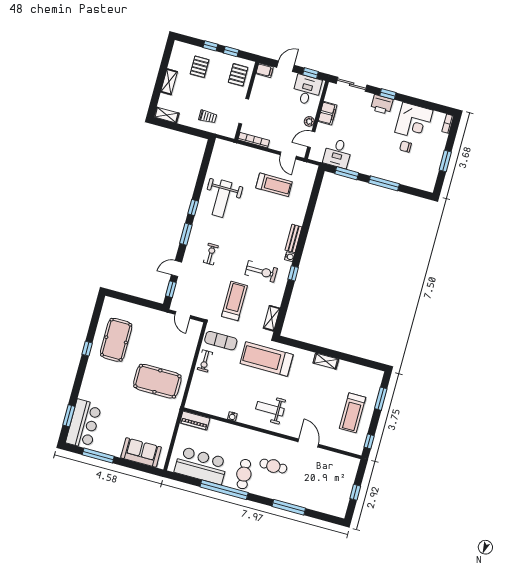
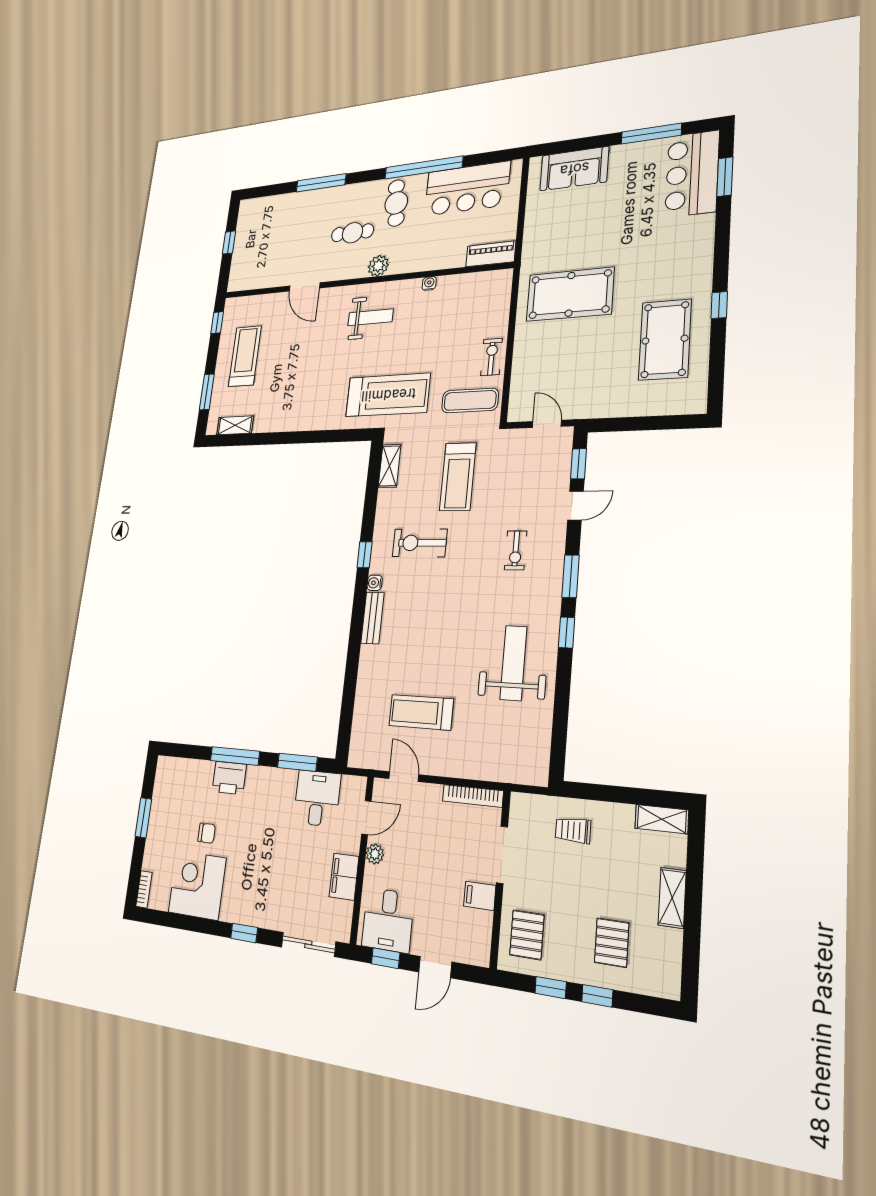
filing cabinet: (265, 70) -> (480, 896), moved
printer: (382, 105) -> (229, 778), moved, turned 180
shelving: (326, 361) -> (235, 425), moved
plant: (261, 439) -> (378, 266), added

